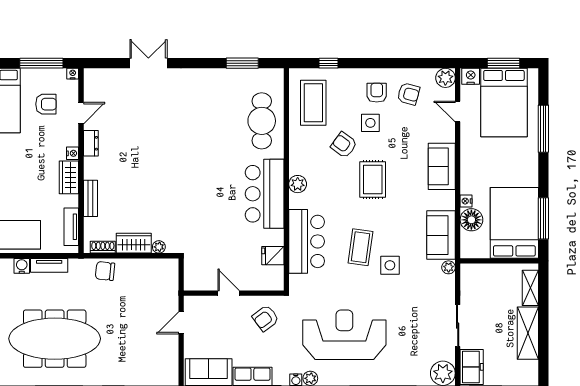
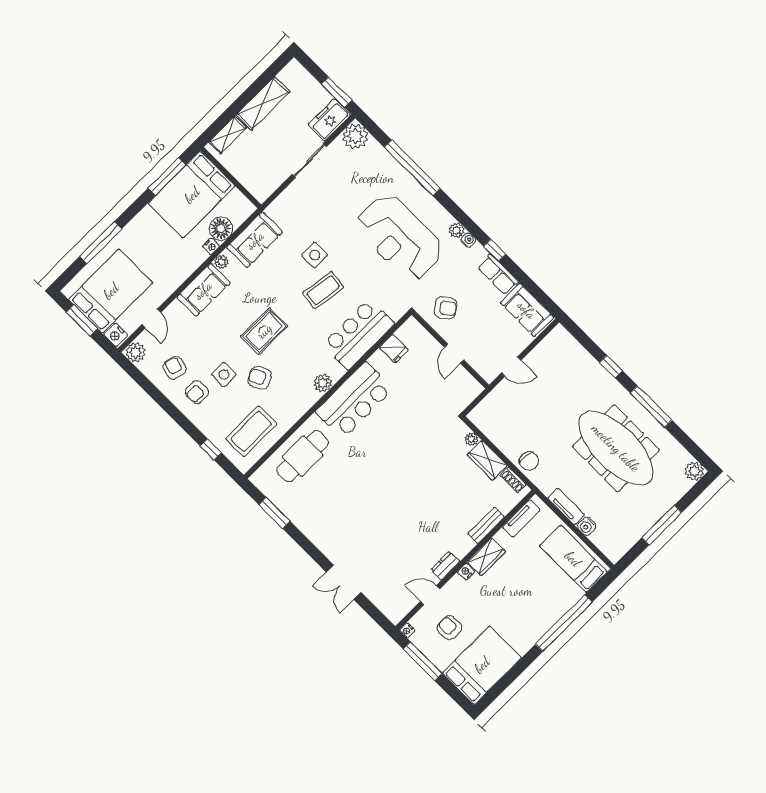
armchair: (344, 145) -> (260, 378), turned 118
plant: (449, 267) -> (221, 262), moved

